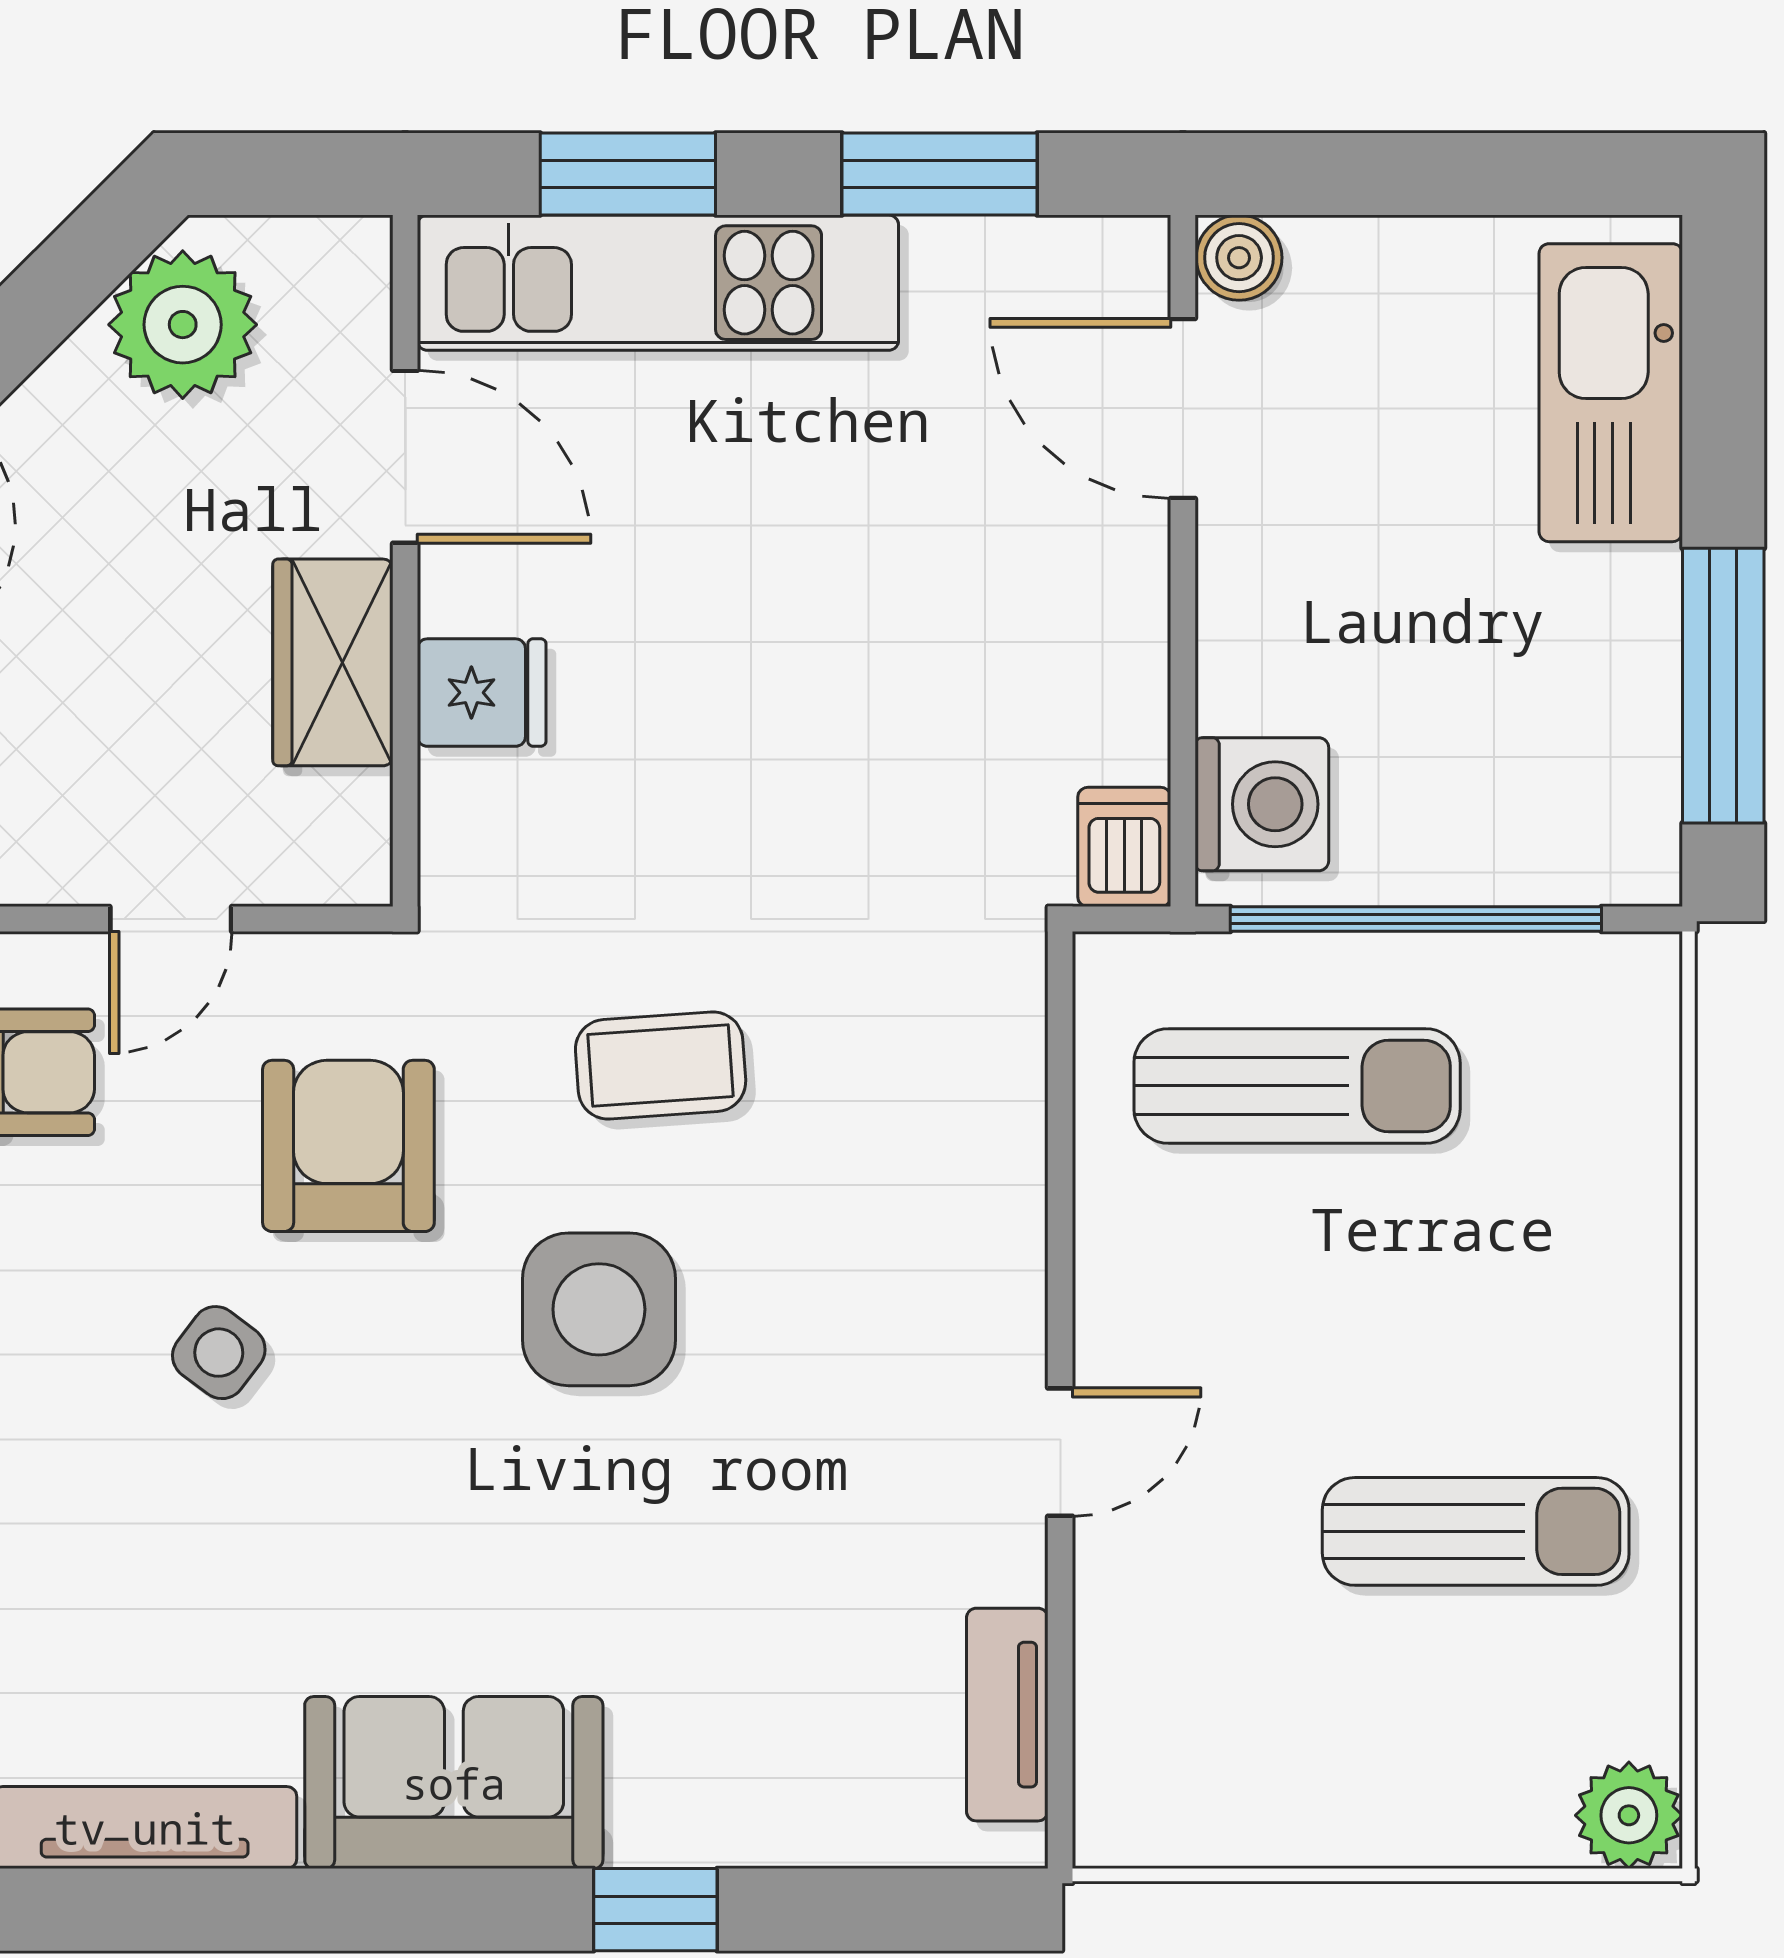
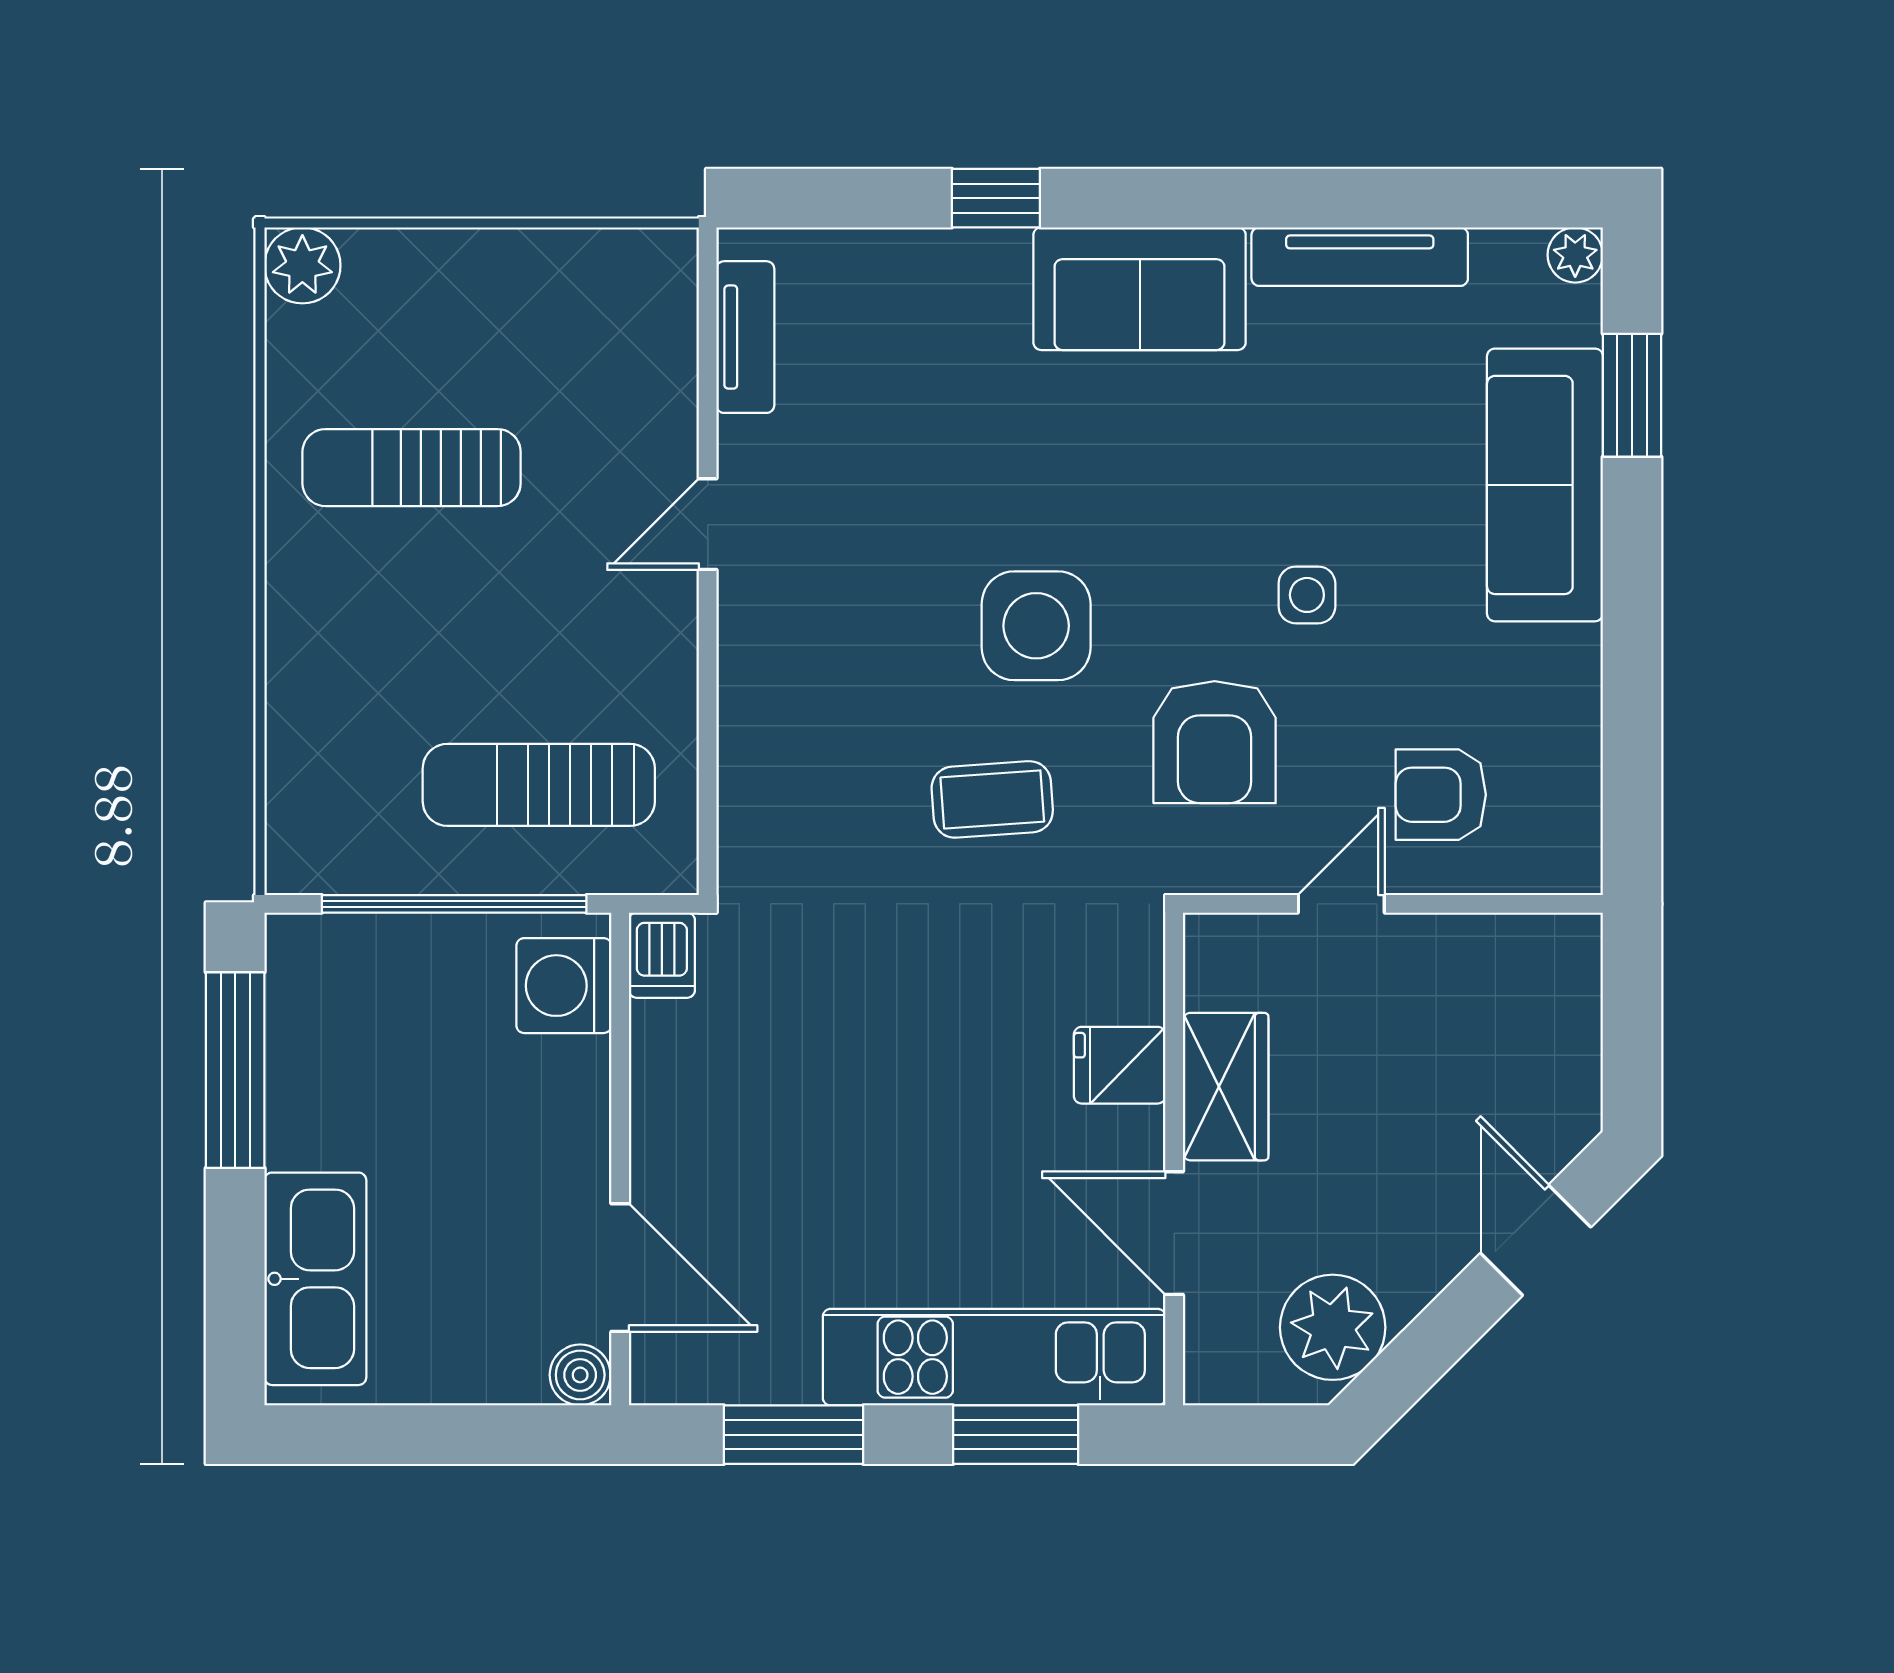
side table: (219, 1353) -> (1307, 595), turned -37

